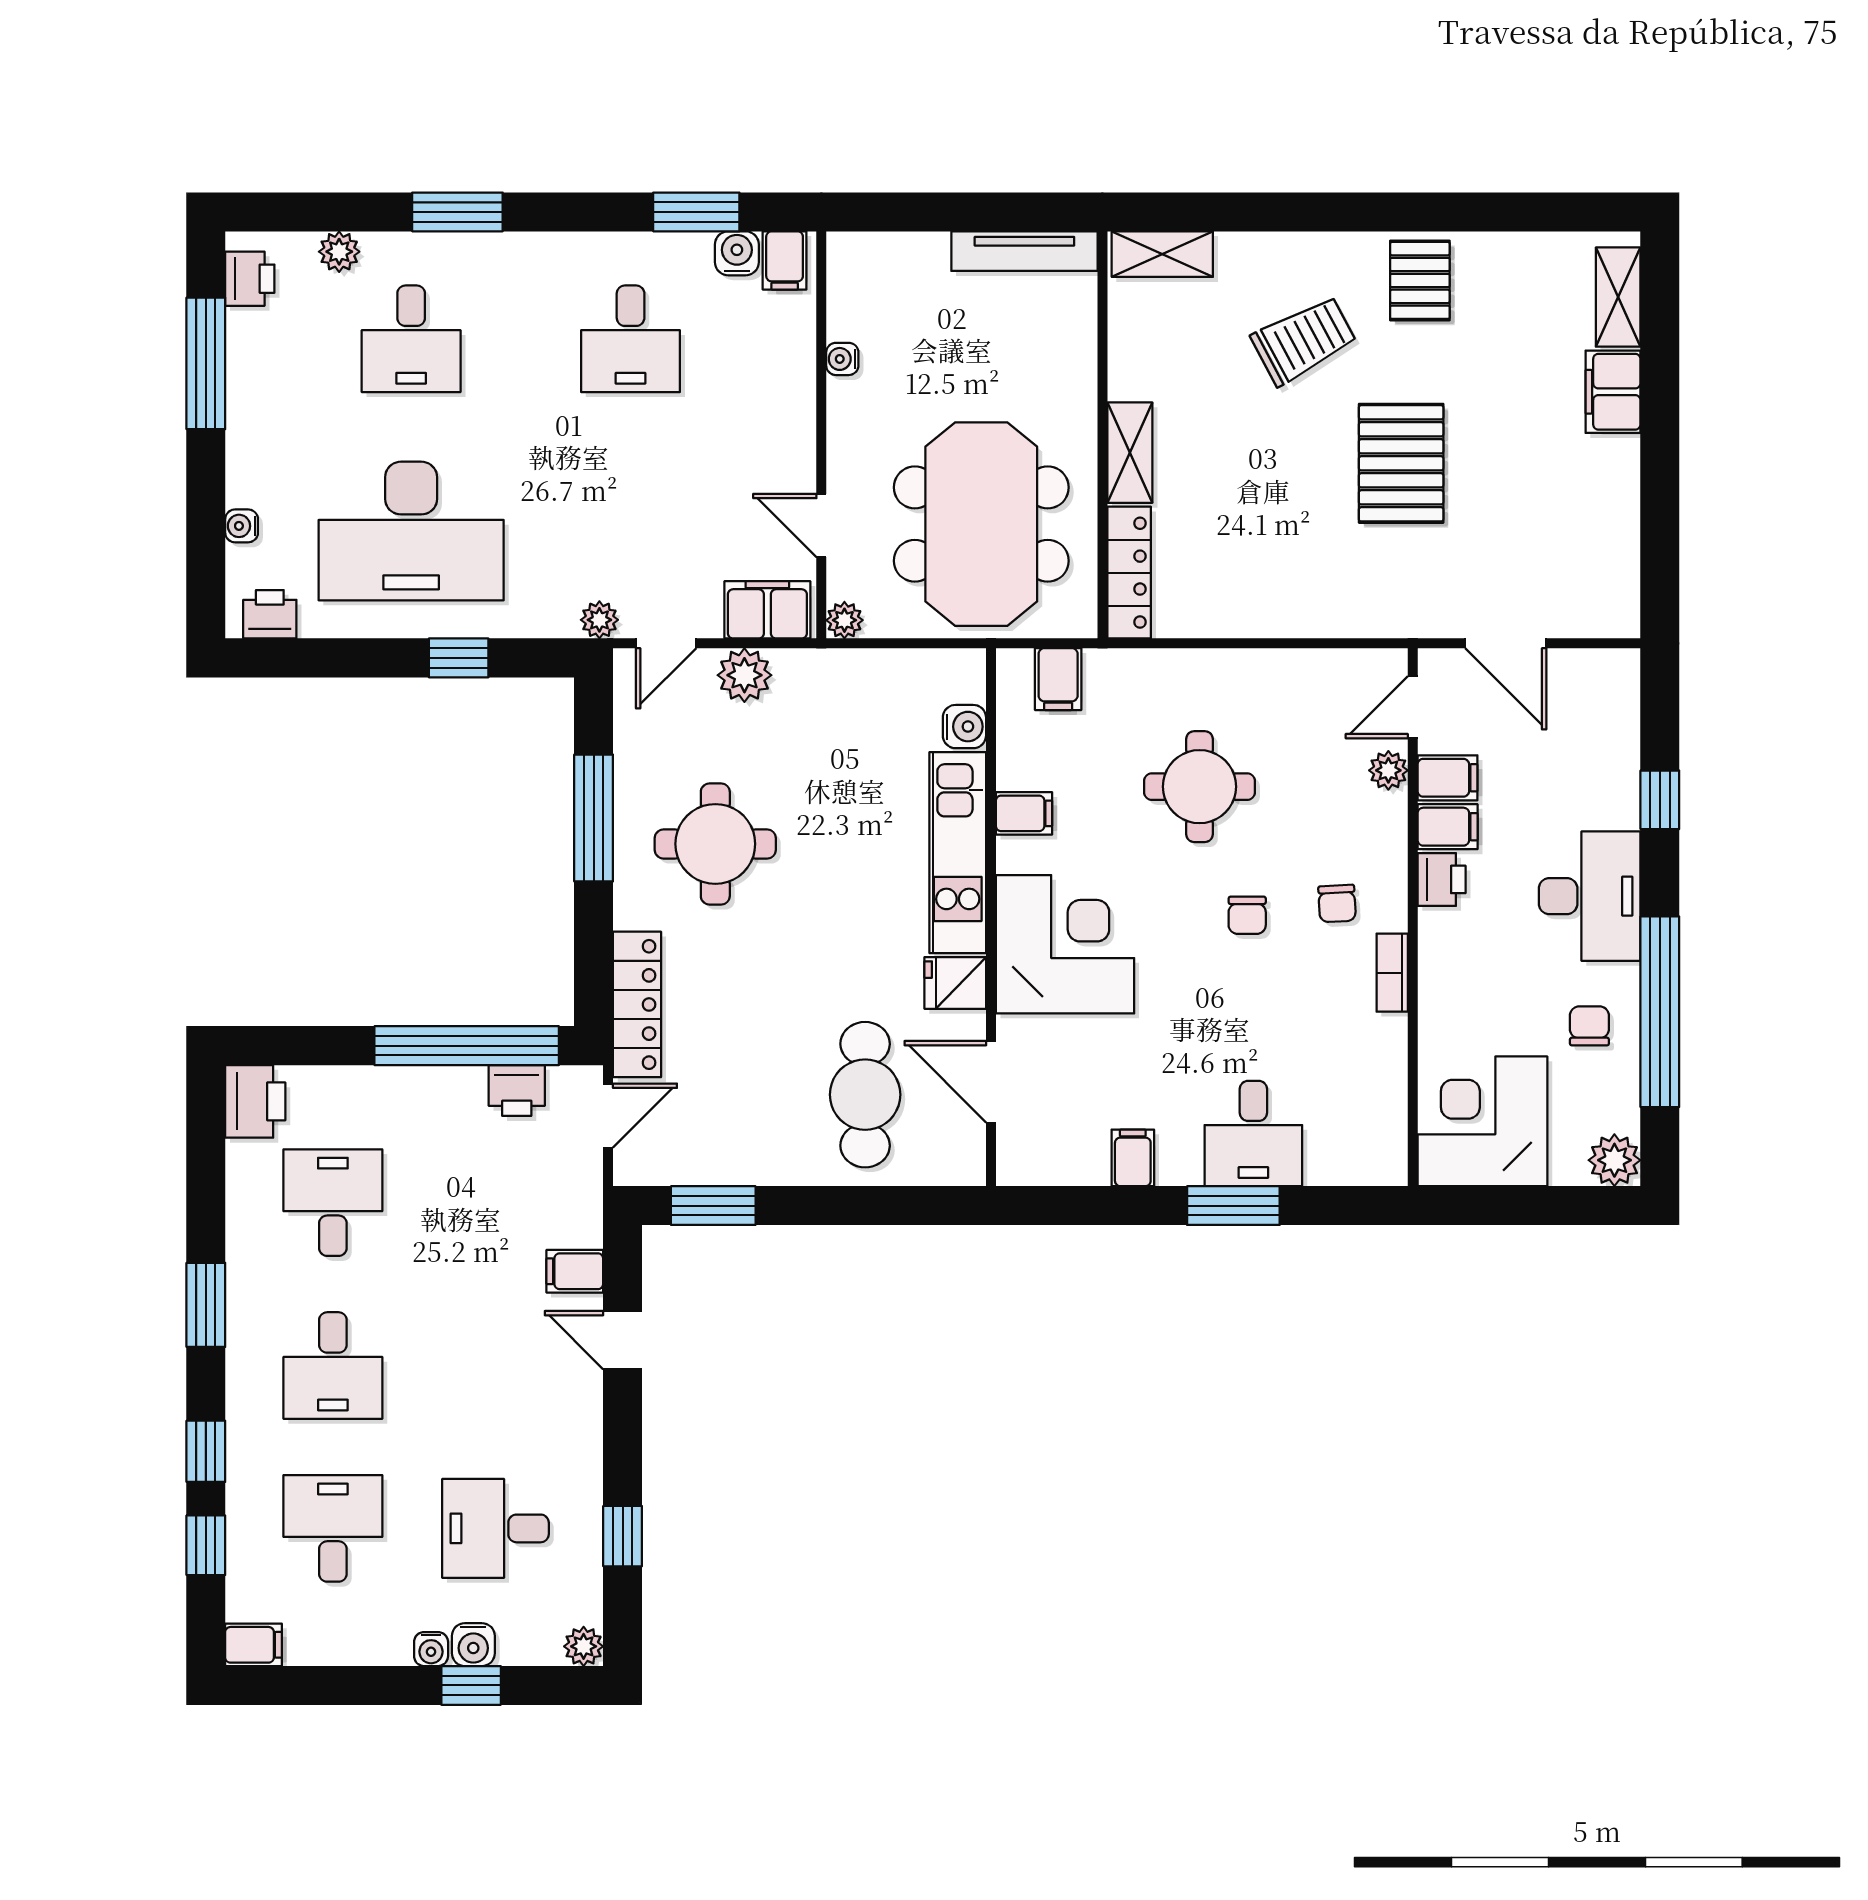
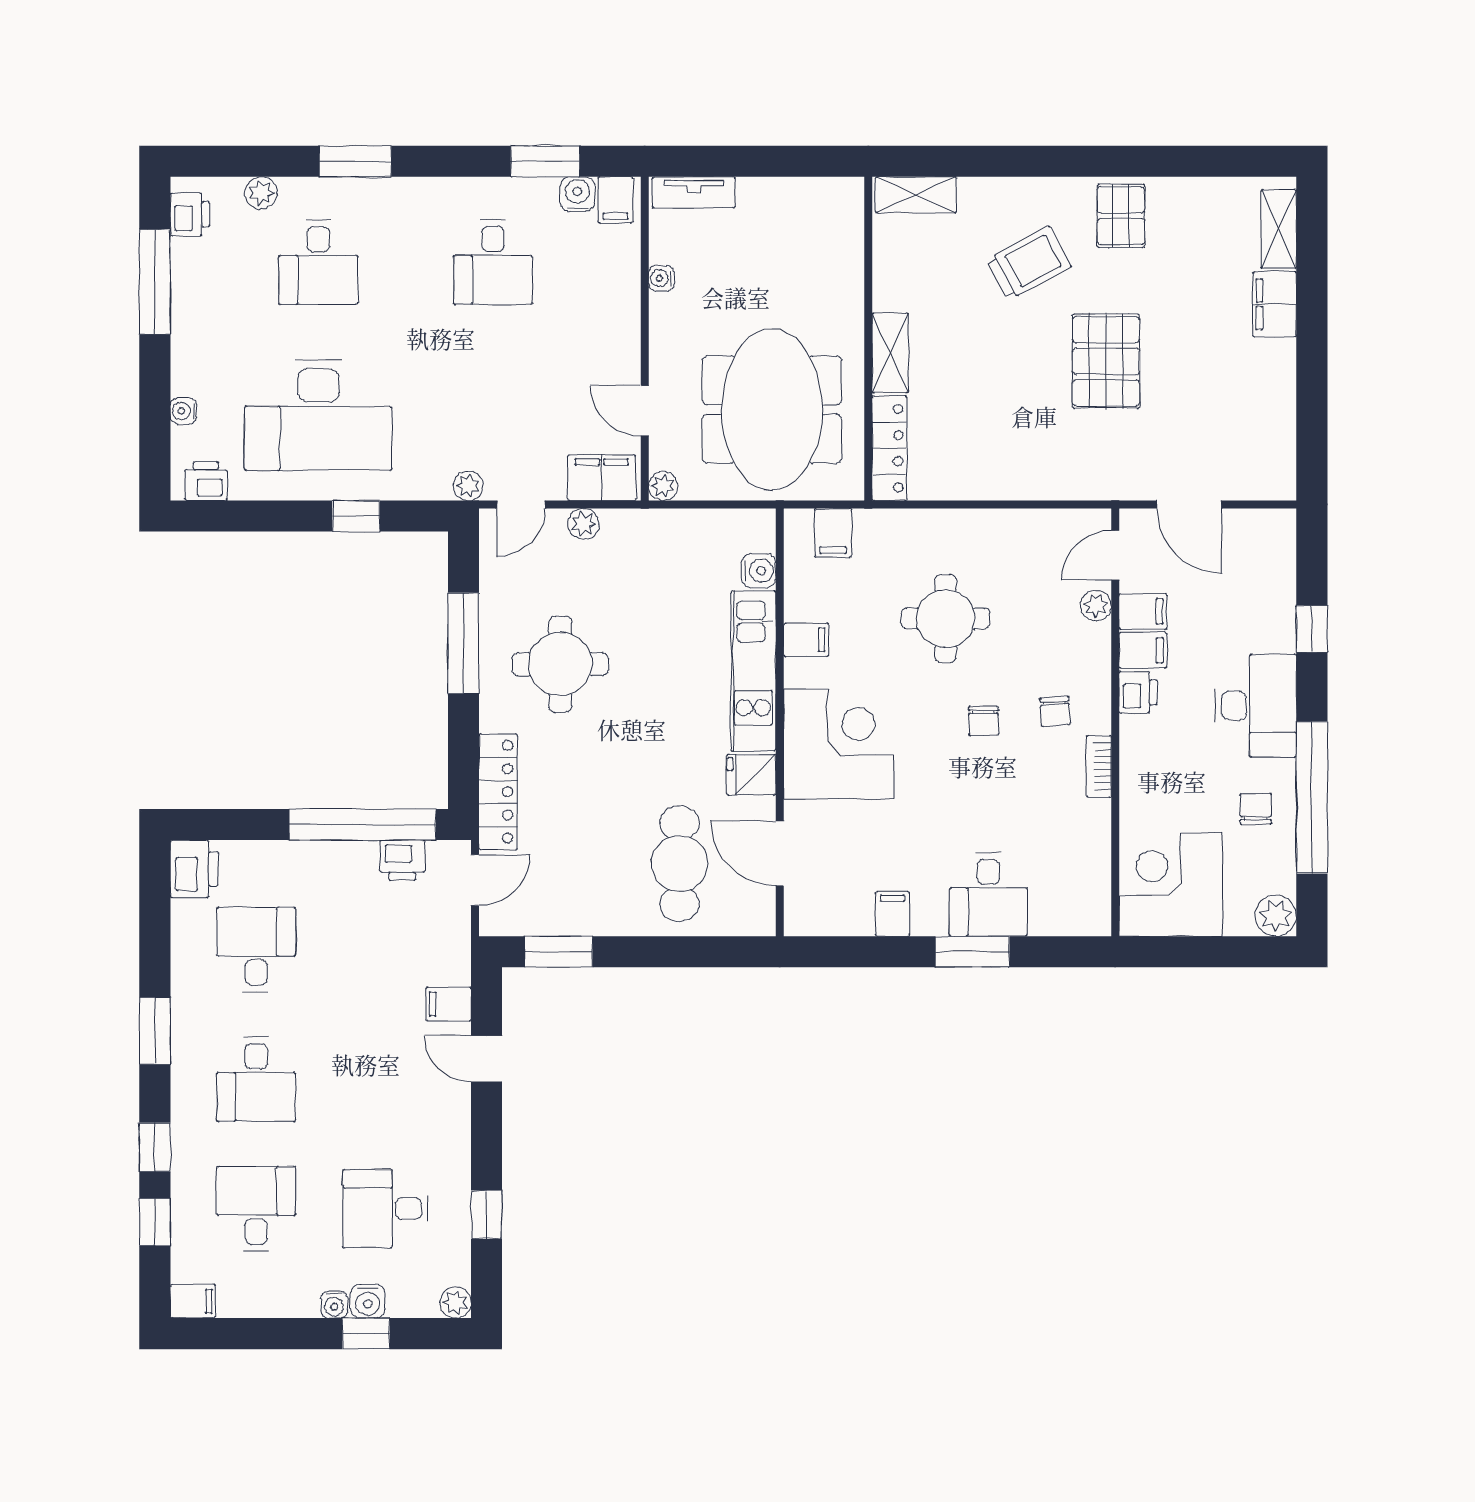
tv unit: (1024, 251) -> (694, 192), moved, width x0.71
plant: (744, 675) -> (584, 524), width x0.73, depth x0.73

